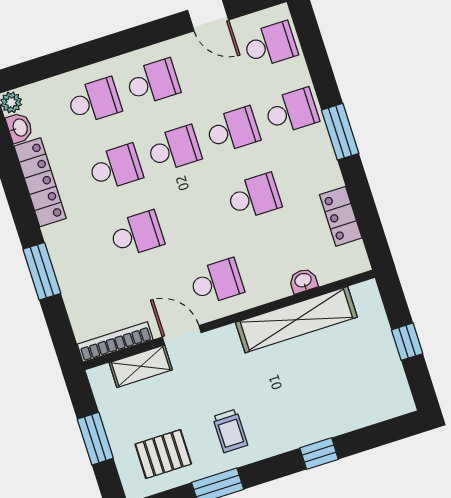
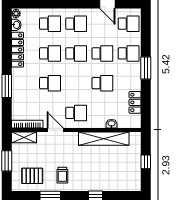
shelving: (141, 366) -> (24, 137), moved

